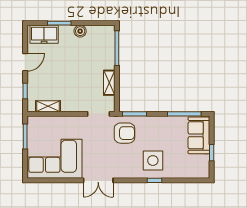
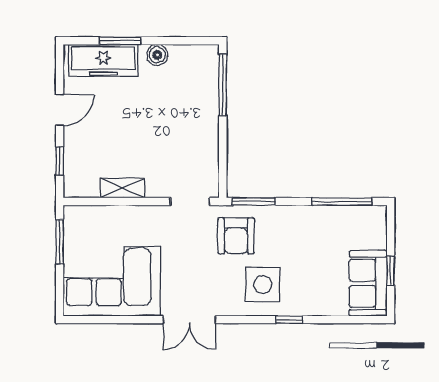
freezer: (44, 34) -> (103, 60), width x1.40
shelving: (109, 83) -> (209, 146), removed
shelving: (48, 106) -> (122, 188), moved
armchair: (124, 133) -> (236, 236), turned 90
sofa: (199, 135) -> (368, 283), moved
side table: (153, 161) -> (263, 285), moved

